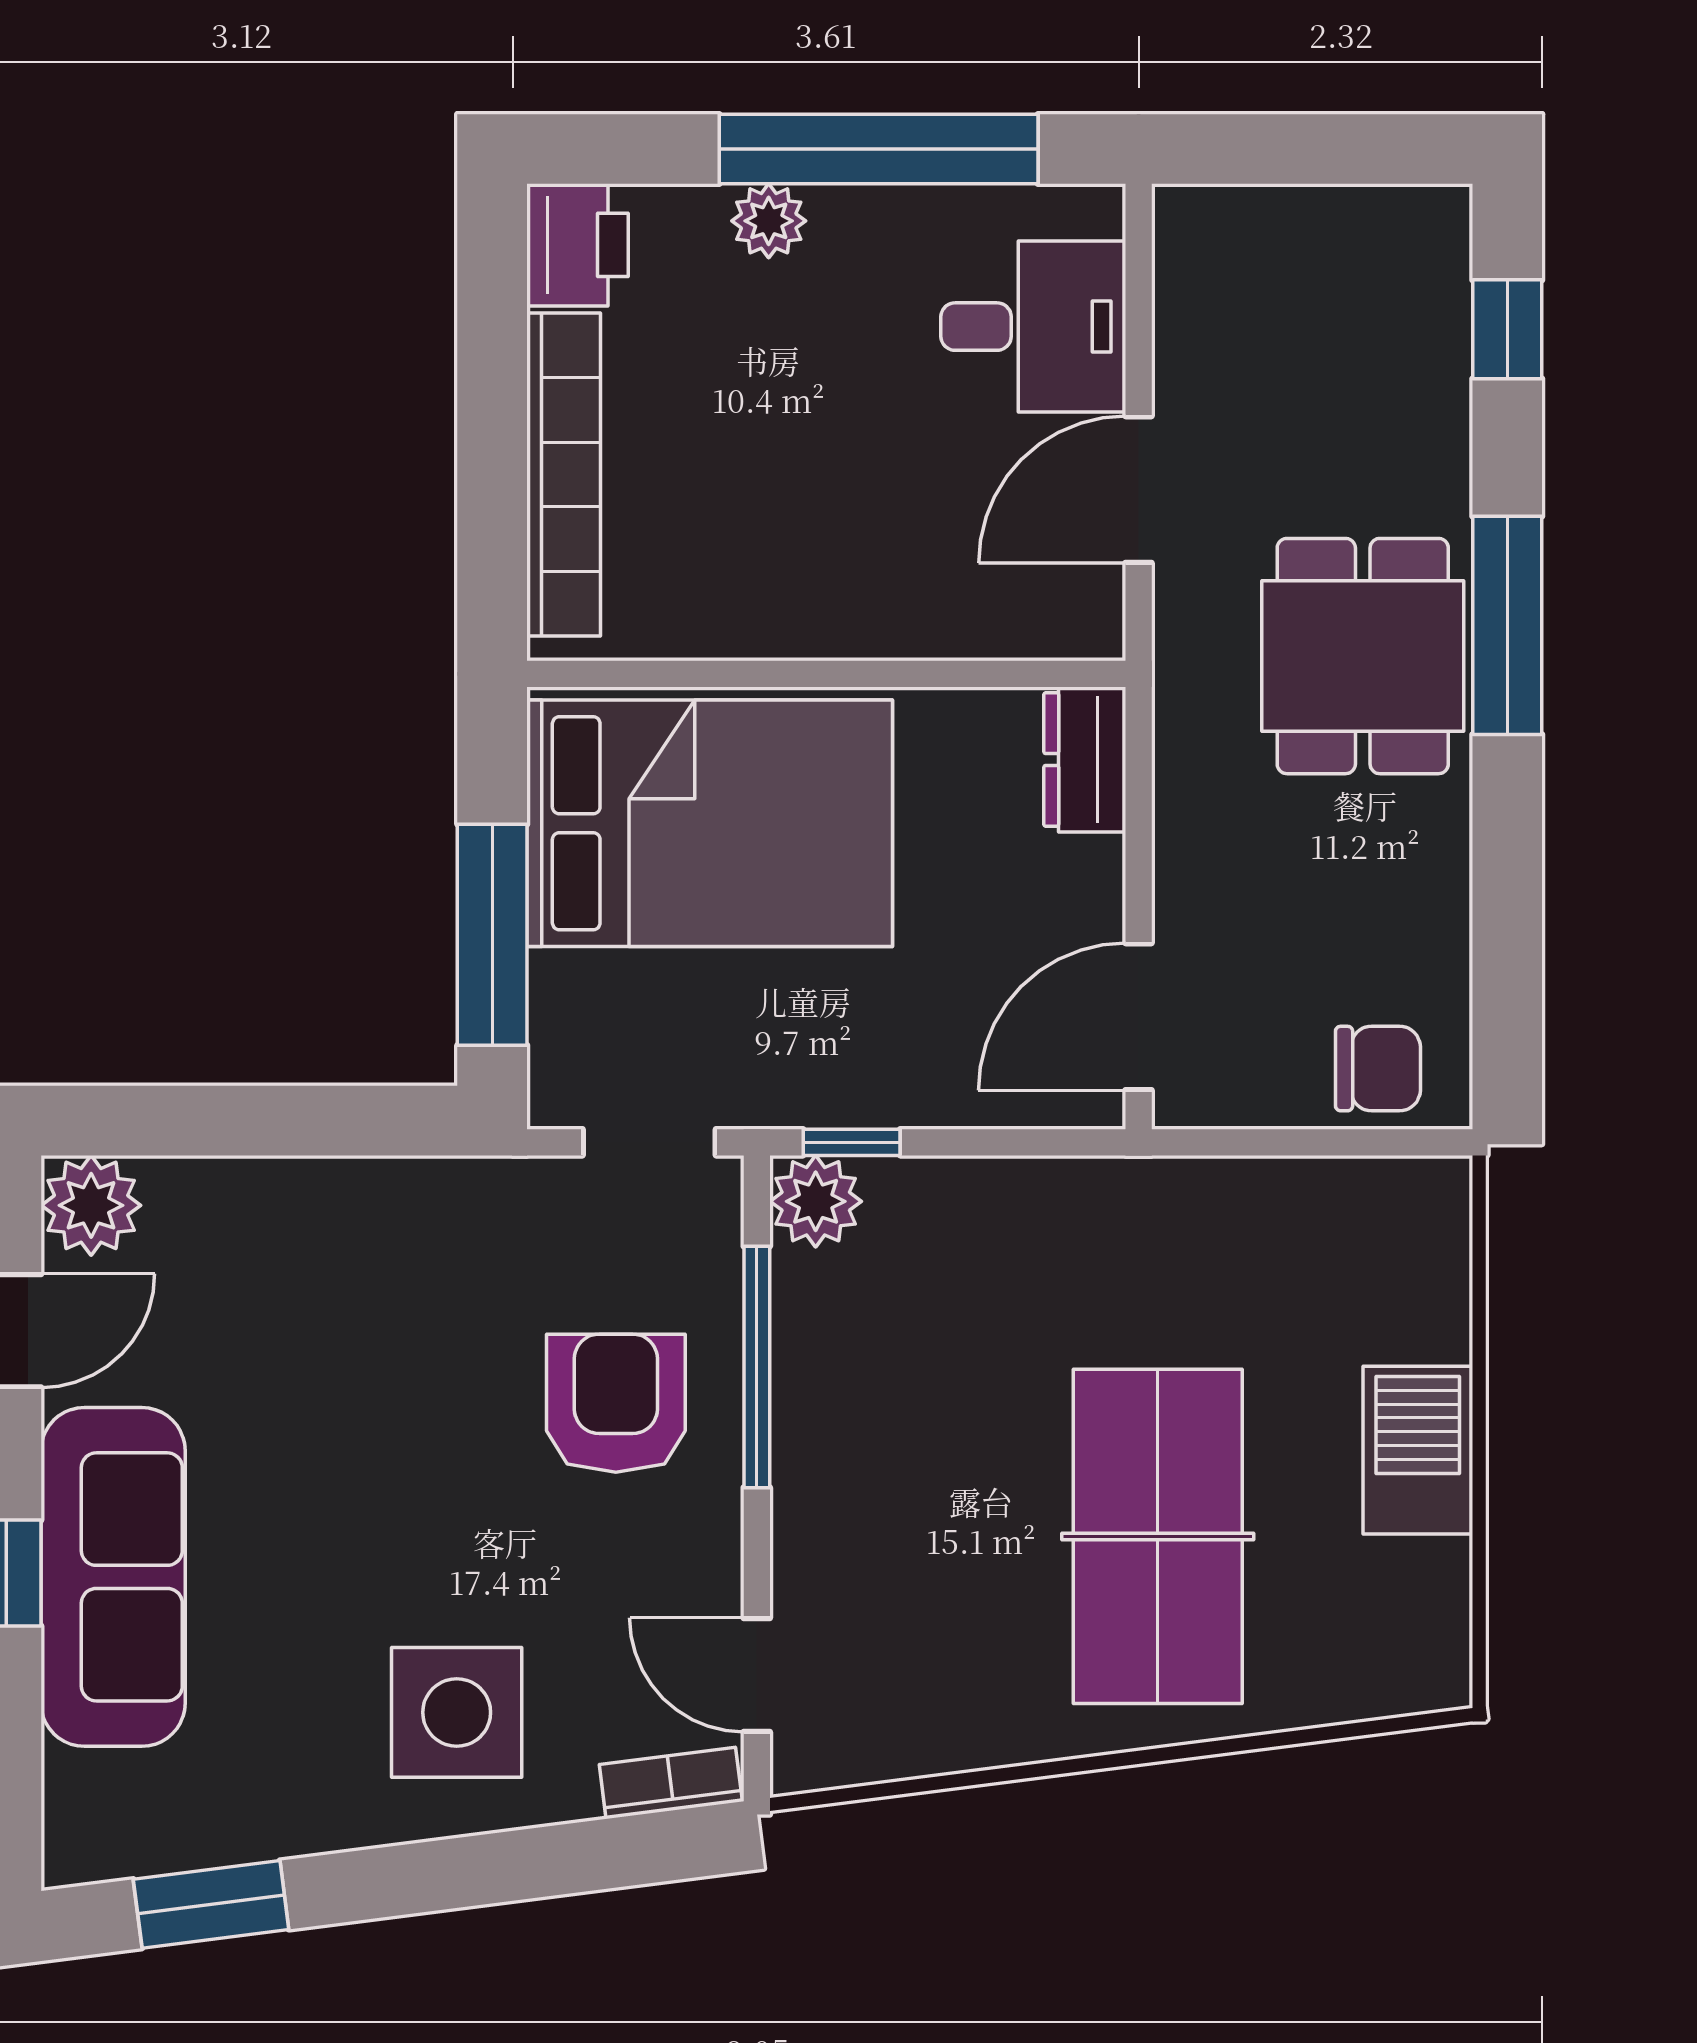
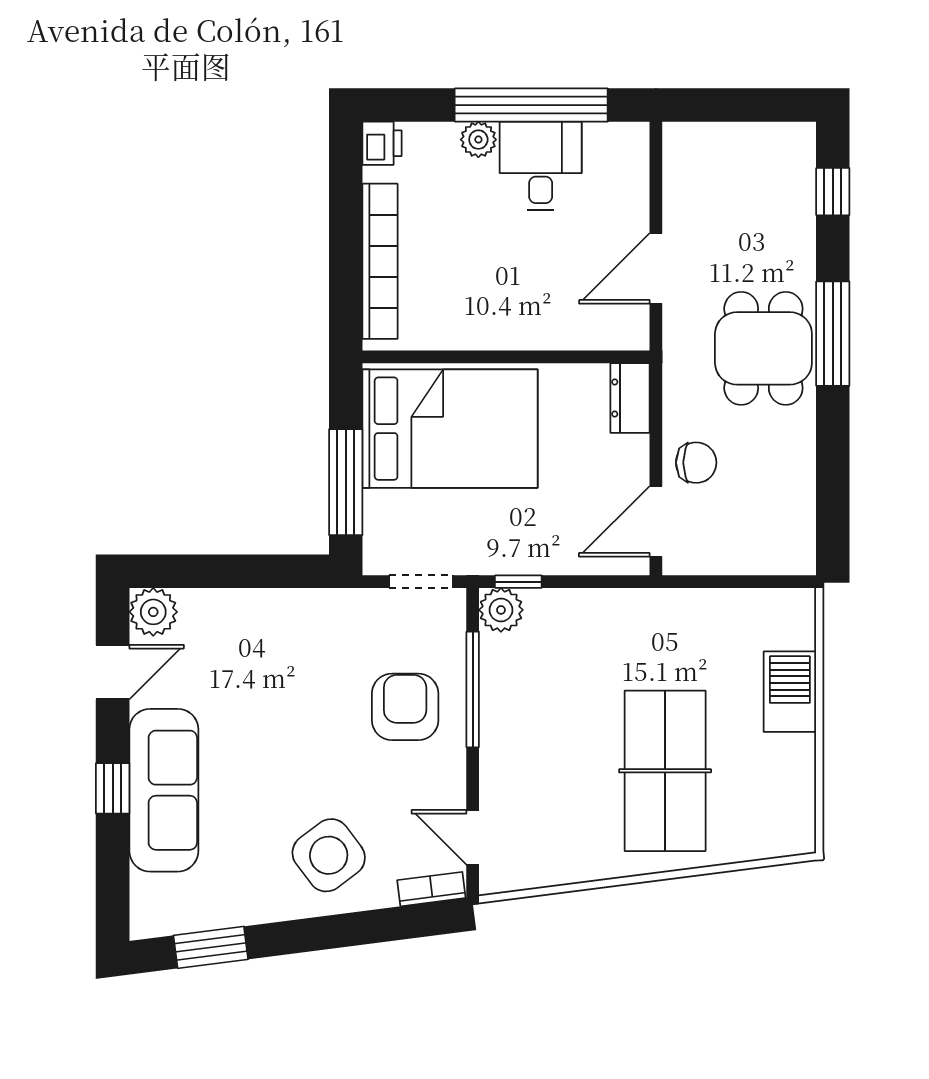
printer: (577, 245) -> (382, 143), width x0.73, depth x0.81
desk: (1033, 327) -> (541, 166), moved, turned -90
chair: (1378, 1069) -> (696, 463), moved
barbecue: (1418, 1450) -> (790, 692), moved
side table: (457, 1712) -> (329, 855), turned -37

